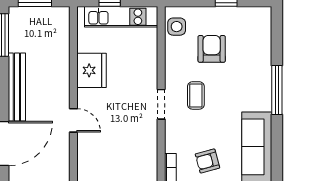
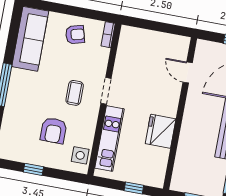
kitchen unit: (121, 17) -> (109, 138), moved, turned 90
door: (73, 120) -> (188, 73), moved

